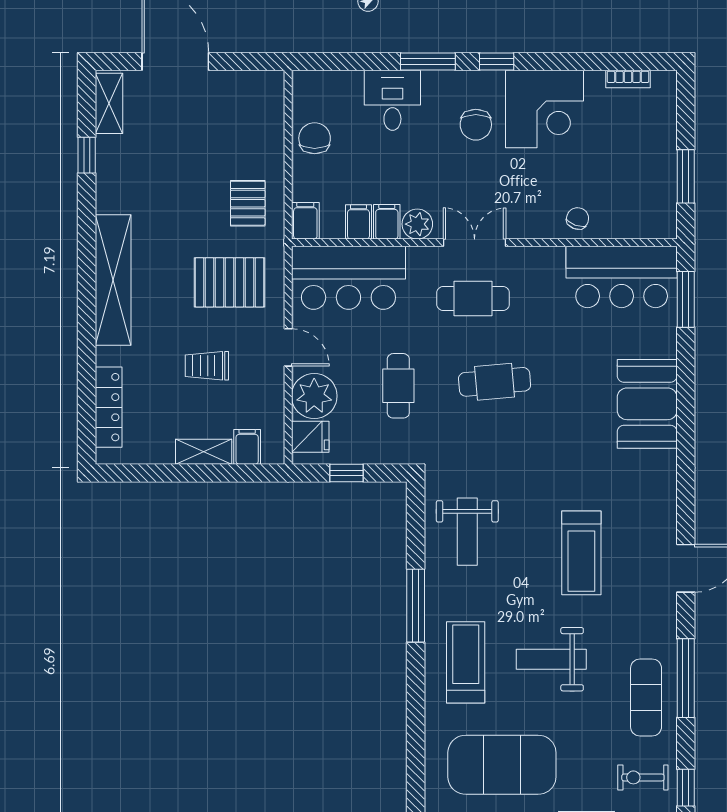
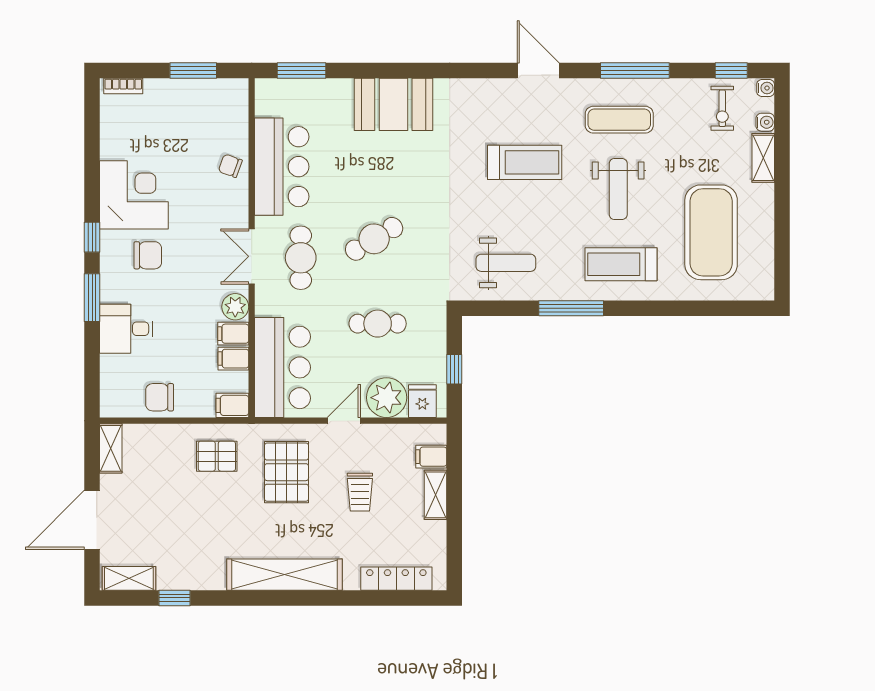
bookcase: (628, 79) -> (123, 86), moved, turned 90
shelving: (256, 83) -> (111, 448), added
bar counter: (622, 277) -> (282, 167), moved
cafe table: (495, 382) -> (374, 239), turned 64
exercise mat: (646, 698) -> (619, 120), moved

